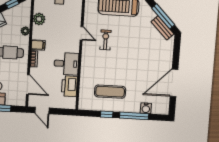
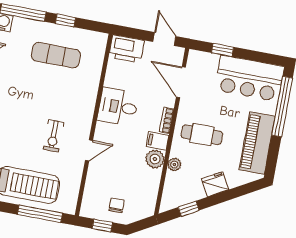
plant: (39, 19) -> (155, 159), moved
door: (82, 33) -> (89, 150), swing flipped
printer: (69, 86) -> (126, 49), moved, turned 90

